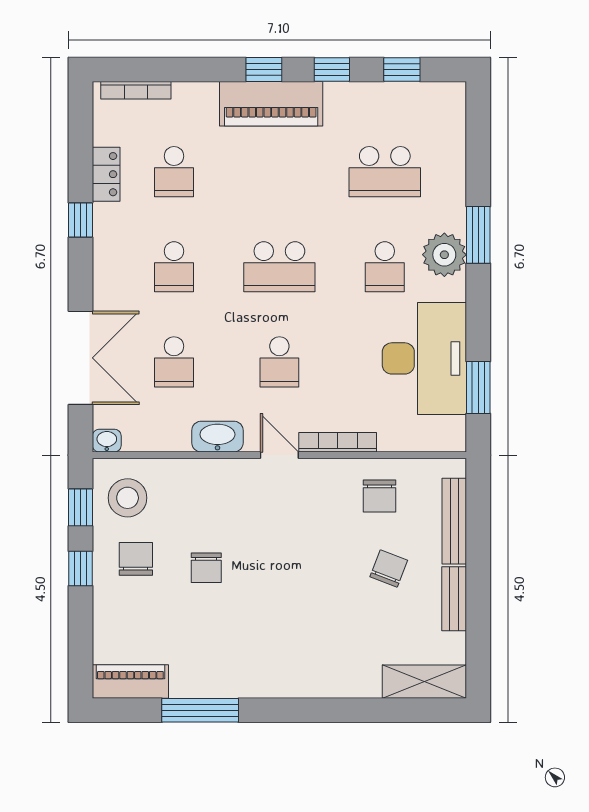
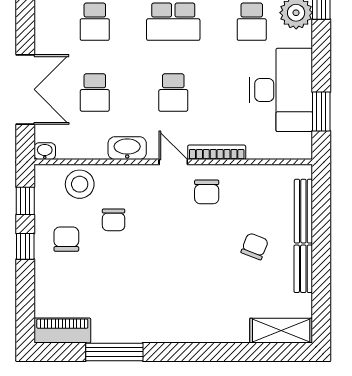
chair: (380, 496) -> (207, 192), moved
stool: (128, 498) -> (80, 184), moved
chair: (206, 568) -> (114, 220), moved

